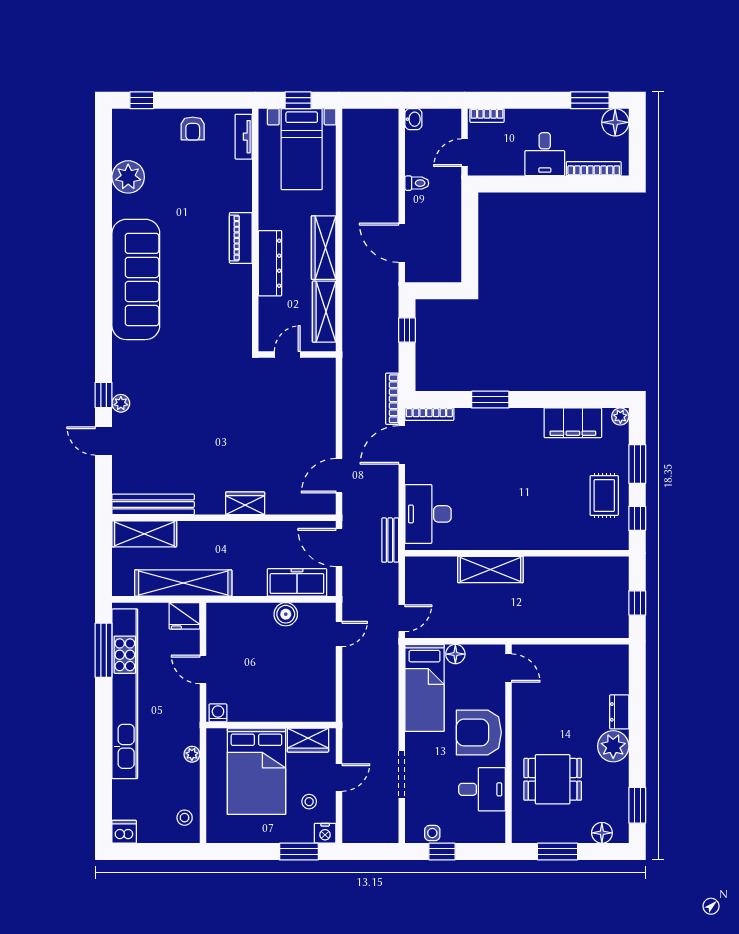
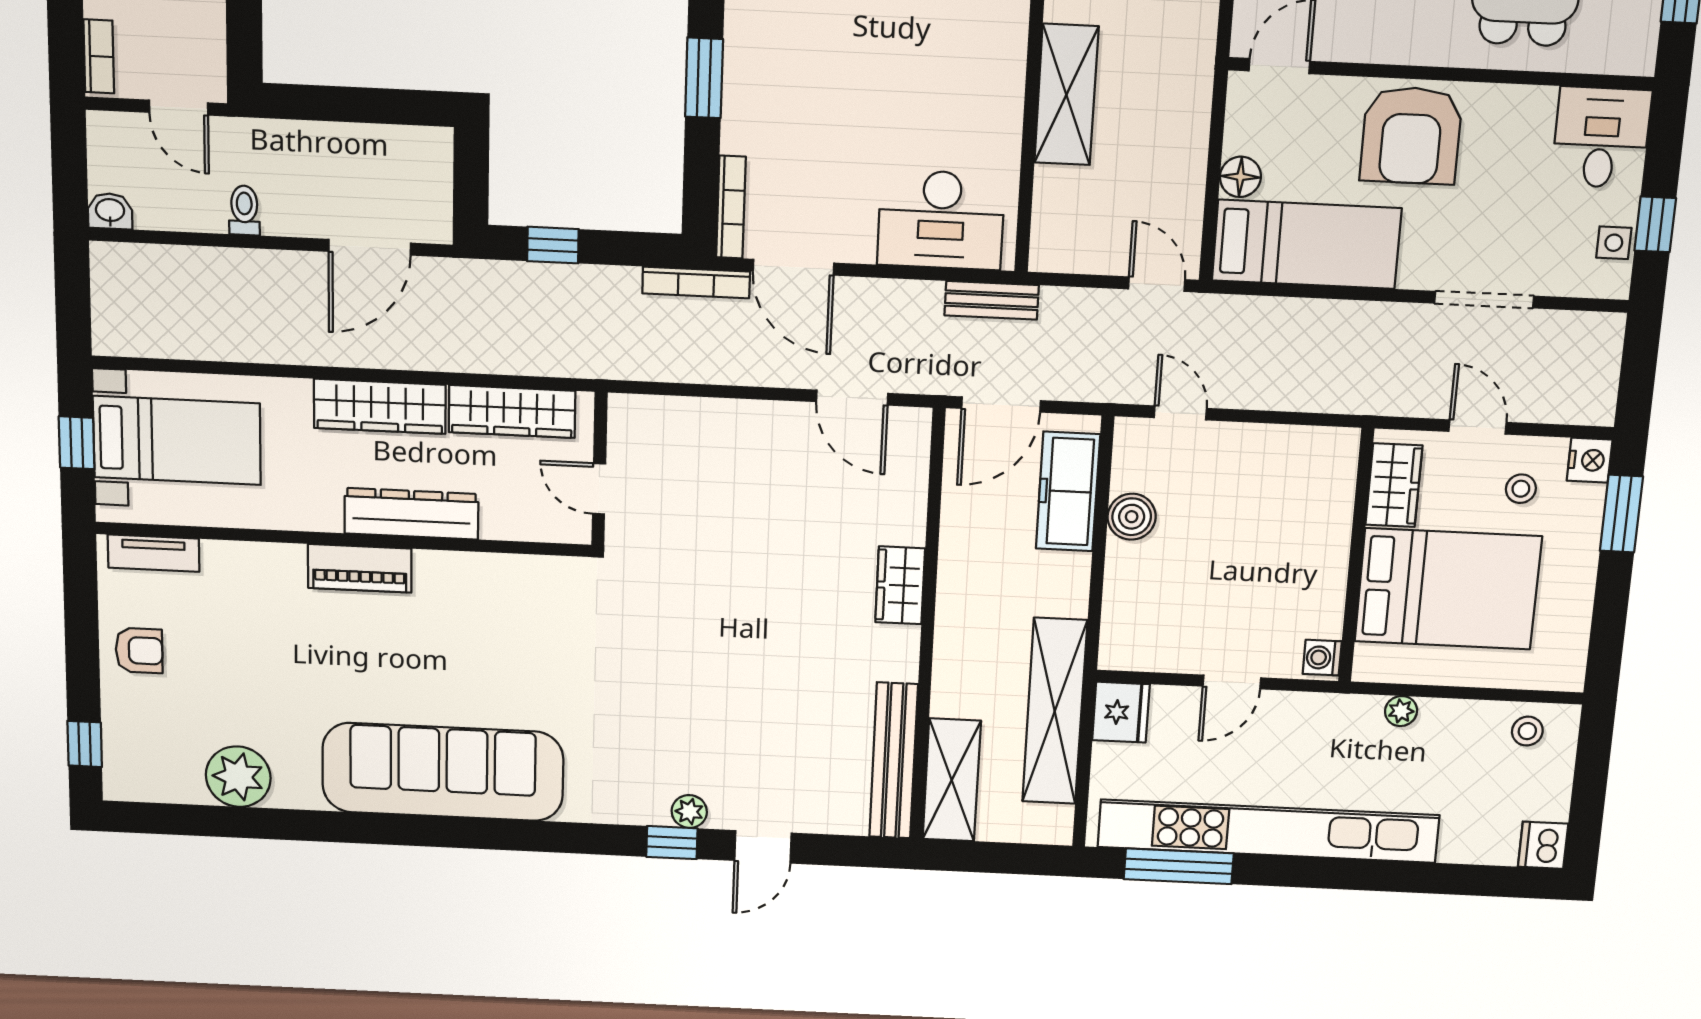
desk: (482, 789) -> (1601, 138), moved

